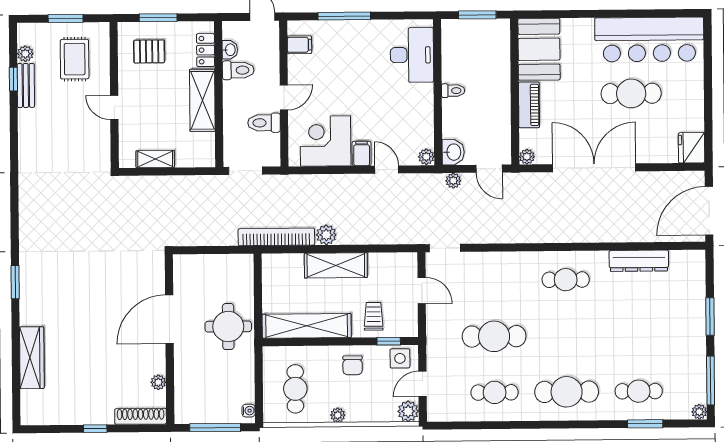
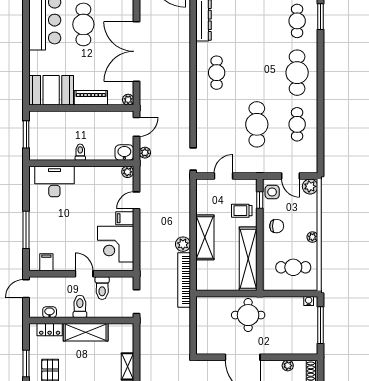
toilet: (238, 70) -> (80, 306), moved

